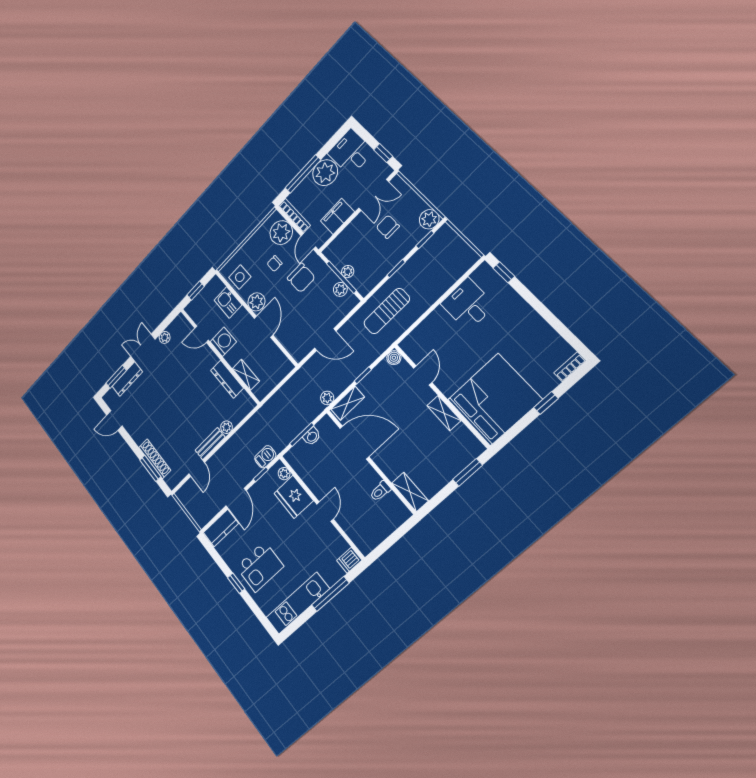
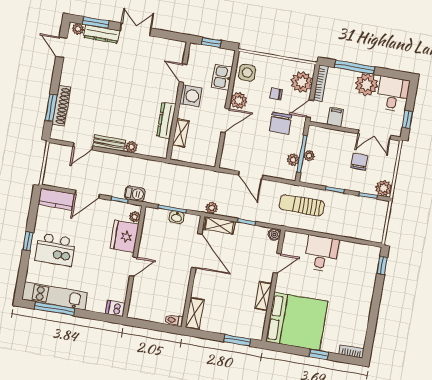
filing cabinet: (337, 216) -> (335, 117), width x0.50
desk: (468, 304) -> (321, 253), moved
plant: (165, 337) -> (78, 29), moved
toilet: (380, 491) -> (174, 320), moved
window: (330, 594) -> (54, 309), moved

